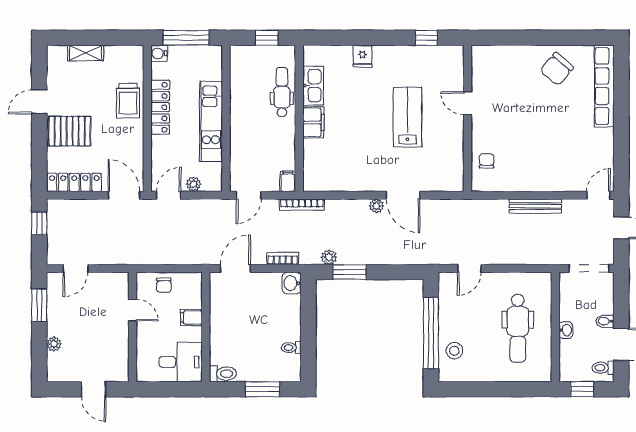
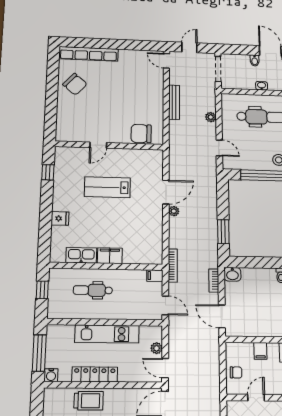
dental chair: (282, 92) -> (93, 290), moved
chair: (487, 161) -> (141, 134), width x1.87, depth x1.87
plant: (329, 257) -> (211, 117), moved

